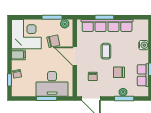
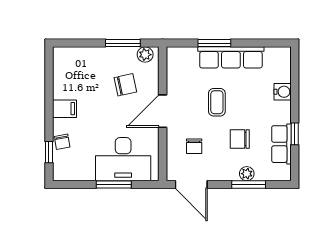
row of seats: (107, 25) -> (231, 57), width x0.73
corner desk: (26, 34) -> (78, 73), removed
door: (75, 56) -> (163, 111), hinge flipped

